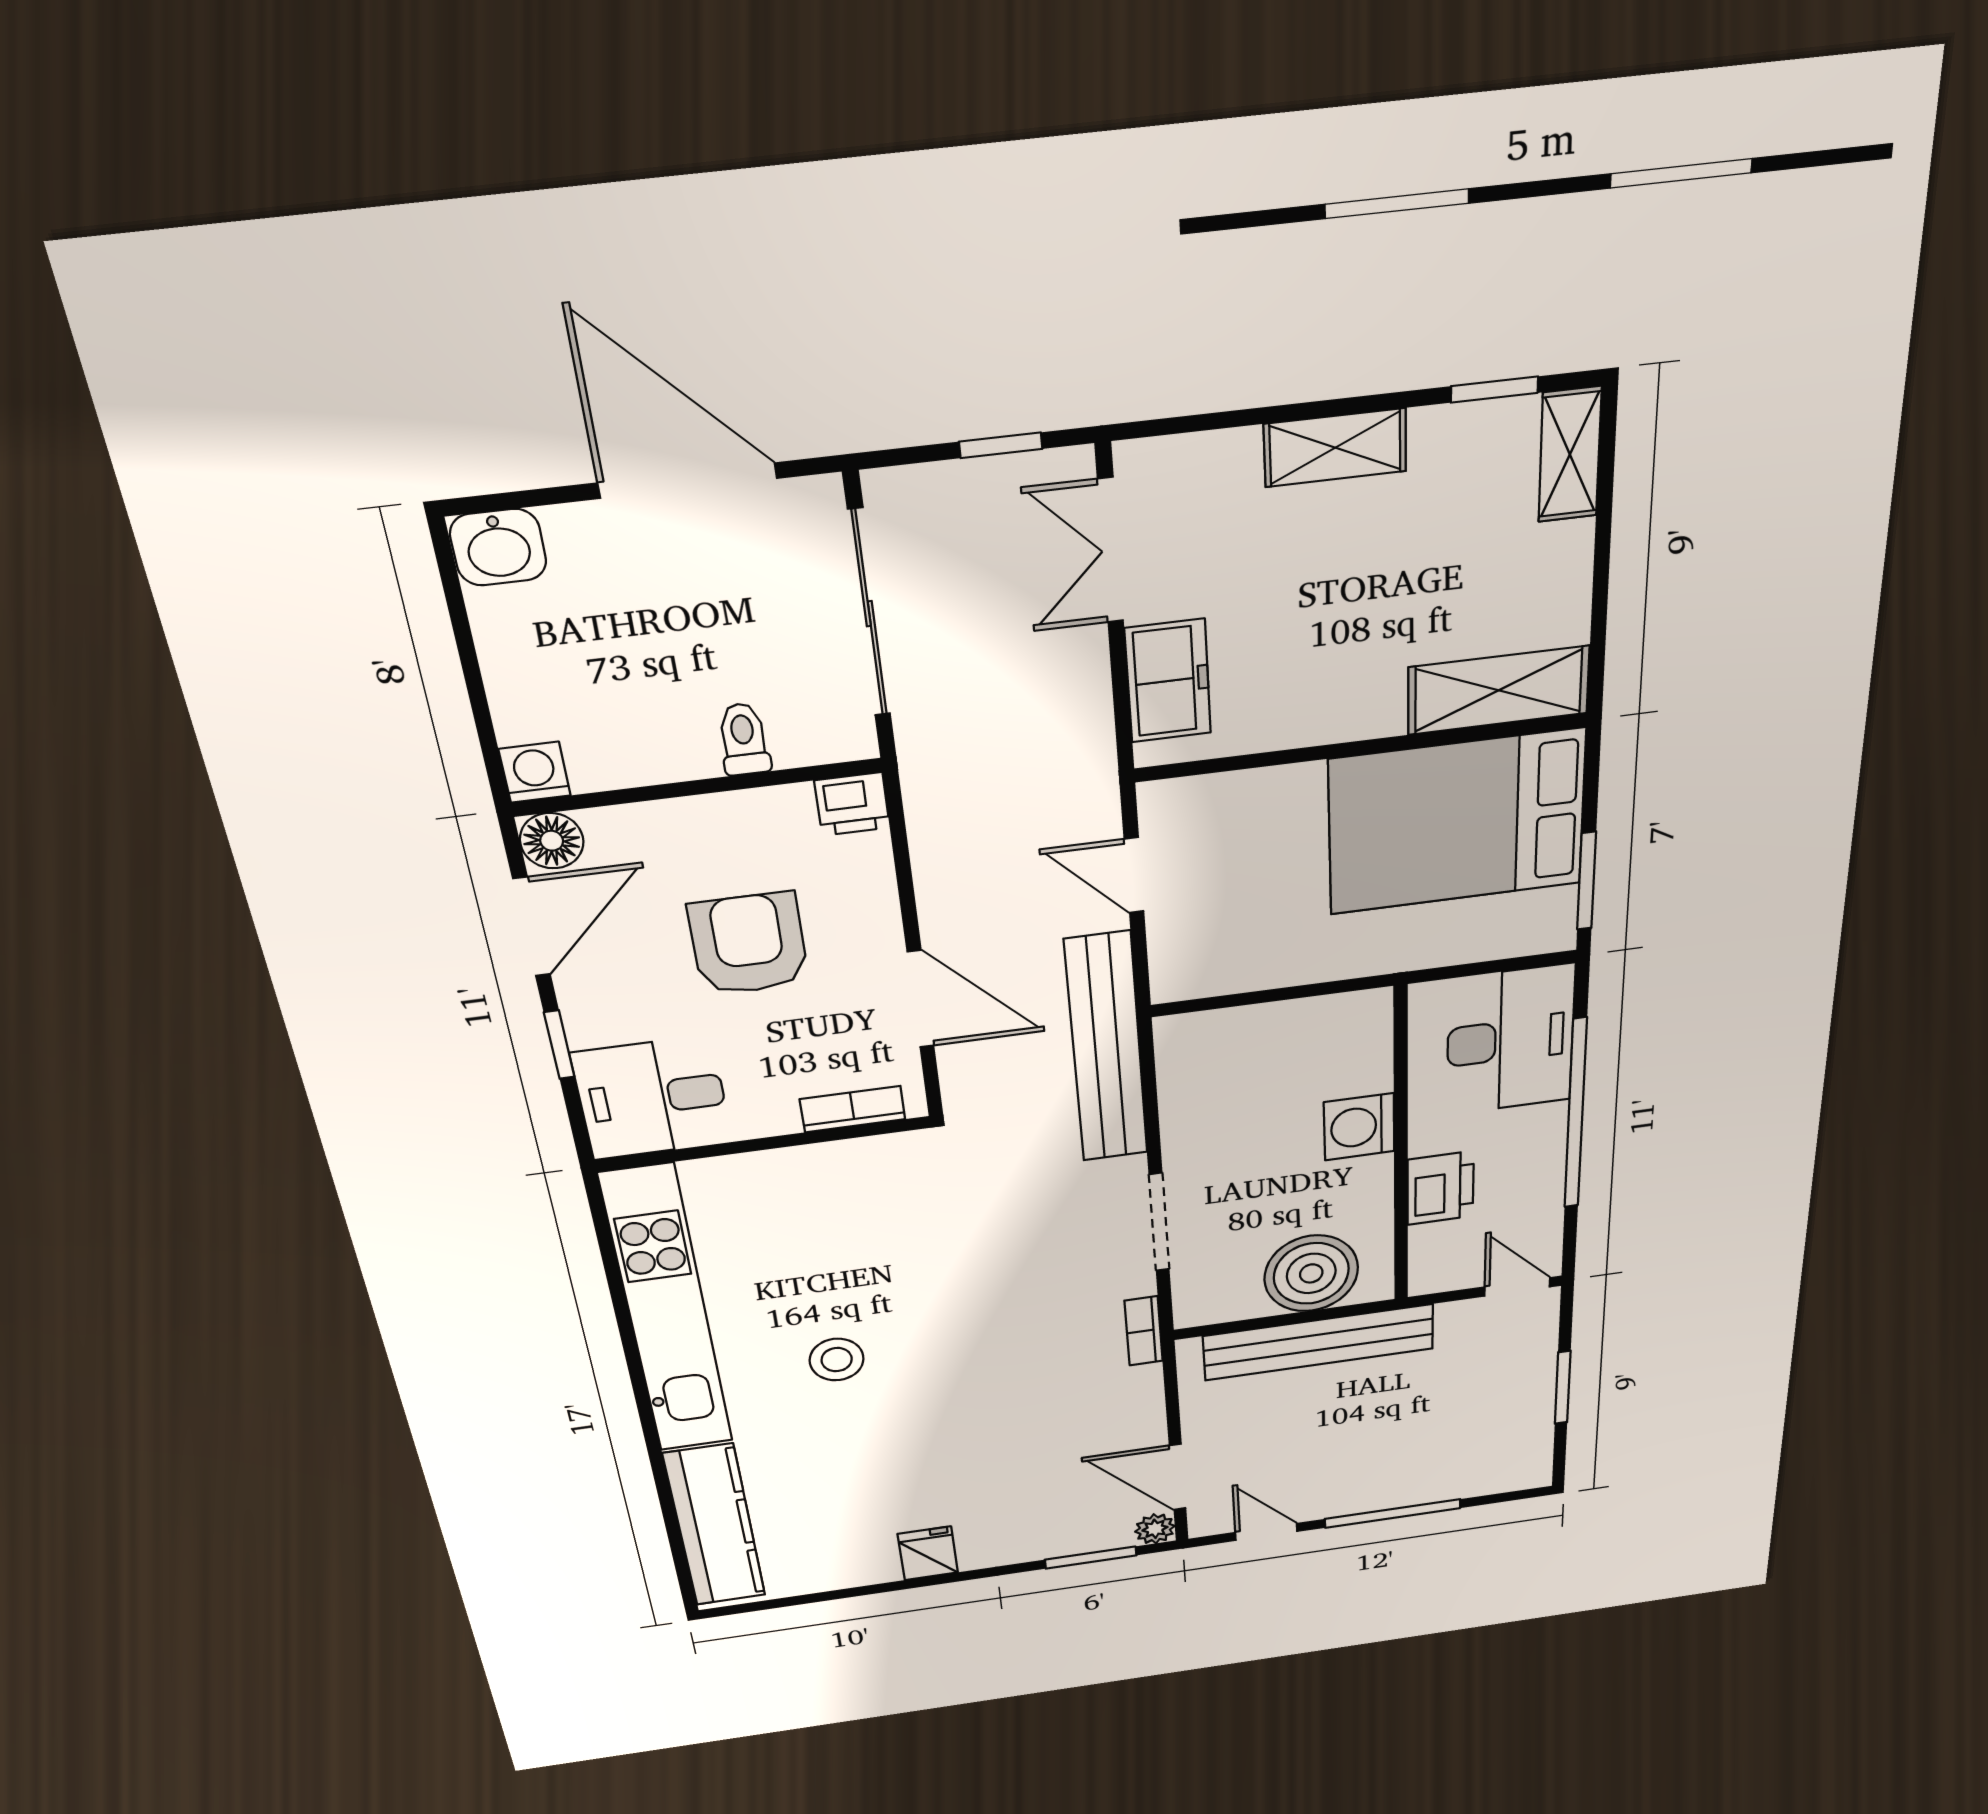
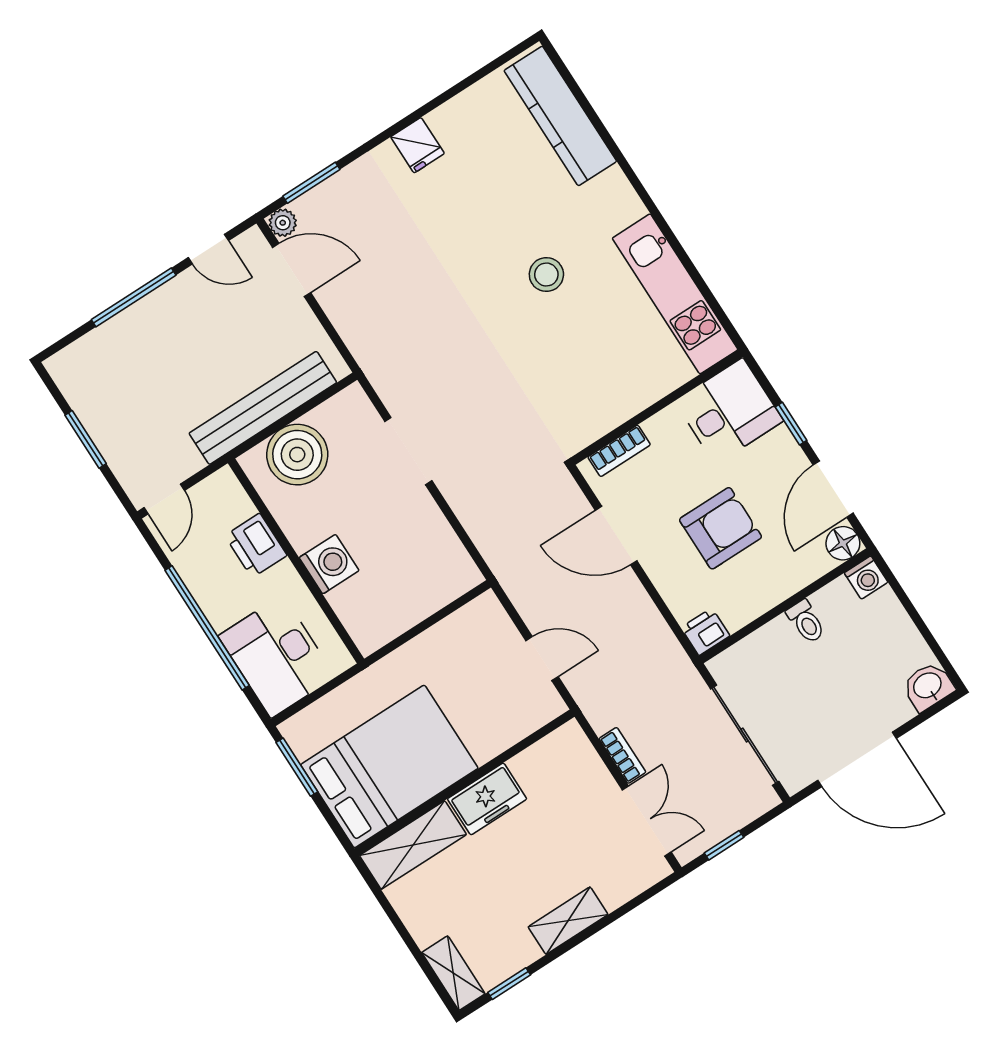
freezer: (1168, 681) -> (487, 799), moved, turned -90
toilet: (744, 739) -> (806, 622), moved
armchair: (749, 944) -> (721, 528), turned -90
bench: (1107, 1049) -> (500, 550), removed
door: (1517, 1287) -> (164, 499), hinge flipped
kitchen unit: (667, 1312) -> (675, 294), width x0.73
bookcase: (1144, 1331) -> (622, 755), moved

